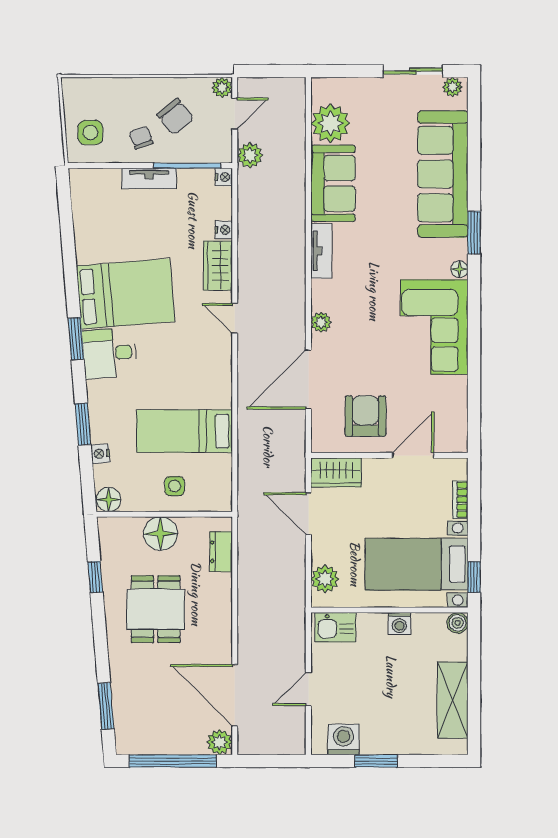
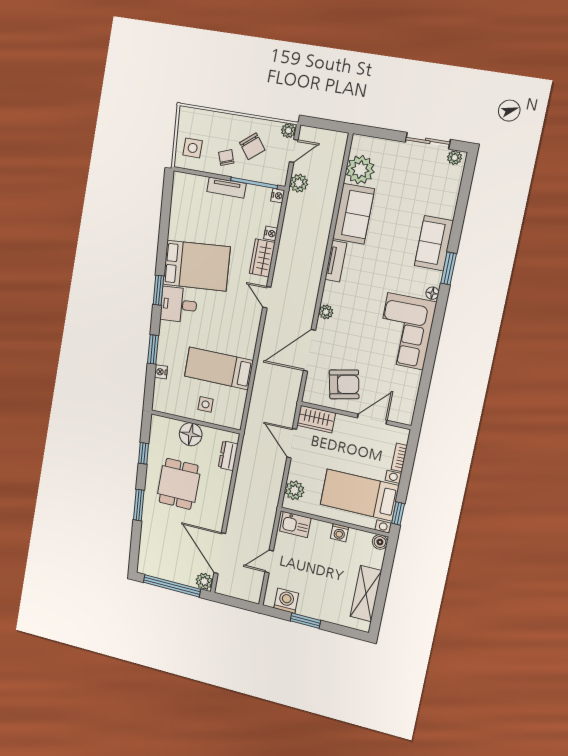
sofa: (443, 174) -> (434, 243), width x0.54, depth x0.79
armchair: (365, 416) -> (344, 384), turned 78
floor lamp: (109, 500) -> (161, 404), removed
window: (106, 706) -> (139, 505), moved

